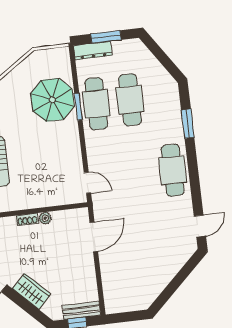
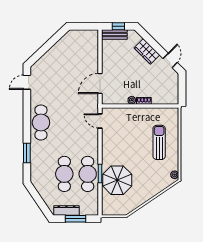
dresser: (93, 50) -> (66, 211), moved

